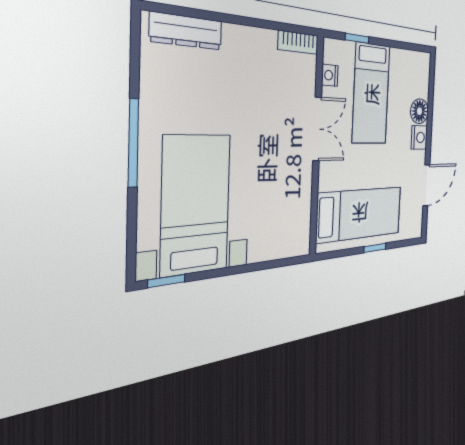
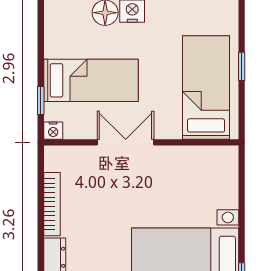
bookcase: (298, 42) -> (52, 204), moved, width x1.56
nightstand: (330, 75) -> (53, 131), moved

